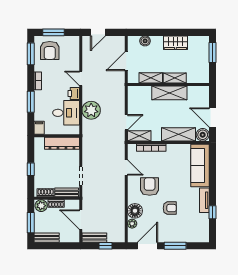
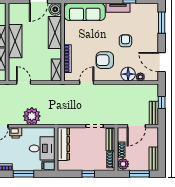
desk: (66, 113) -> (42, 148), moved, turned 90
door: (126, 122) -> (24, 83), moved
window: (175, 246) -> (162, 23), moved

